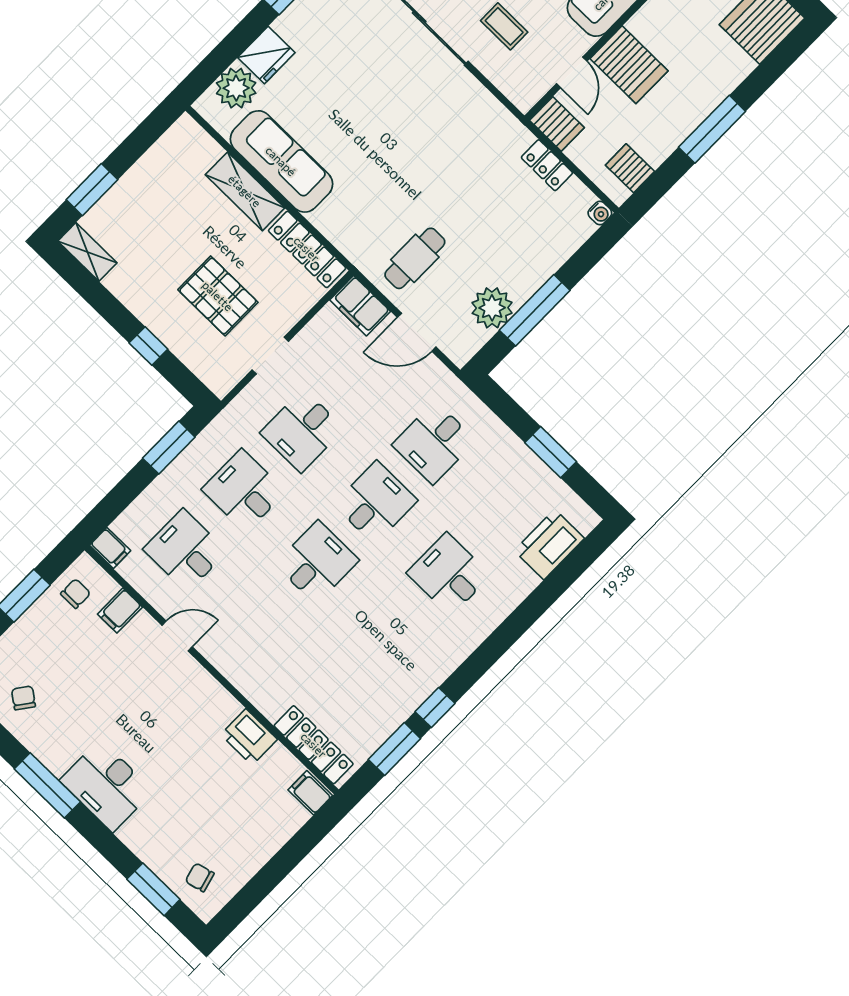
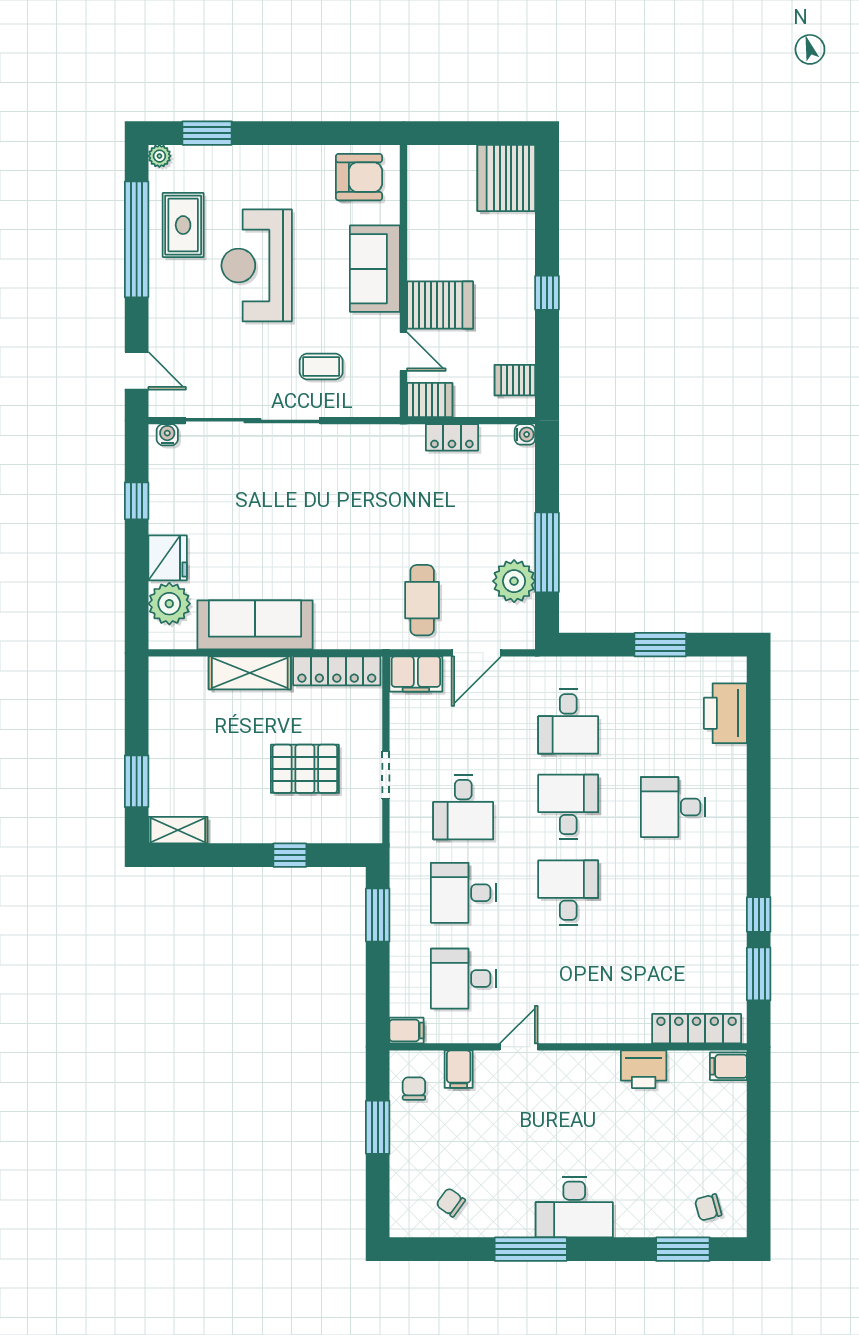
window: (712, 129) -> (547, 293), width x0.46

